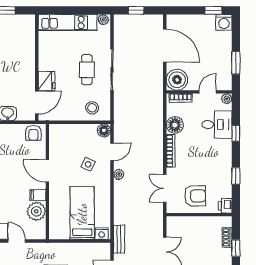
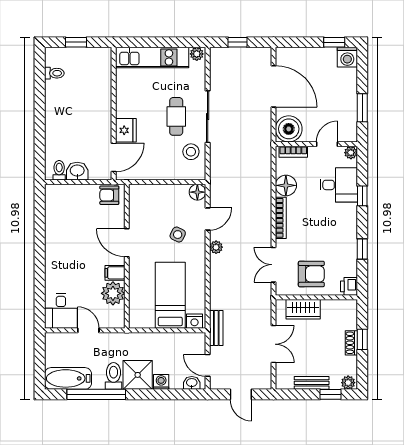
stool: (92, 108) -> (191, 152), moved
armchair: (33, 133) -> (109, 195), turned 90
wardrobe: (188, 224) -> (303, 309), added
shoe rack: (227, 237) -> (351, 343), moved

